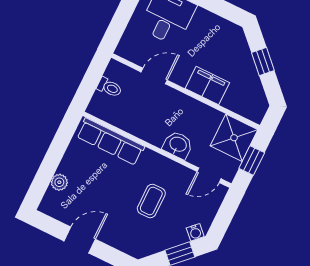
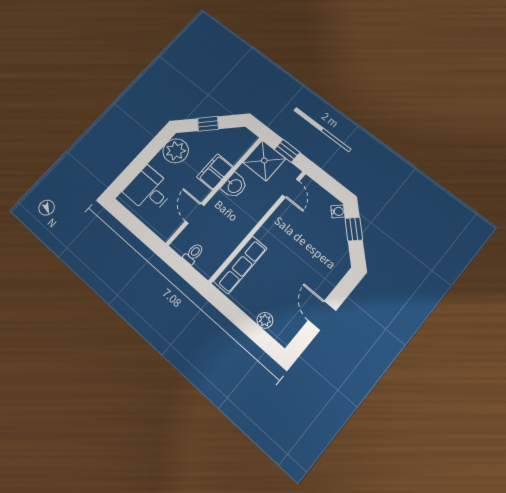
plant: (221, 33) -> (176, 151), added
washbasin: (178, 145) -> (234, 186), moved, turned 180
coffee table: (151, 201) -> (301, 242), removed

